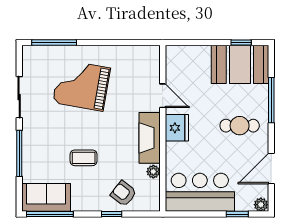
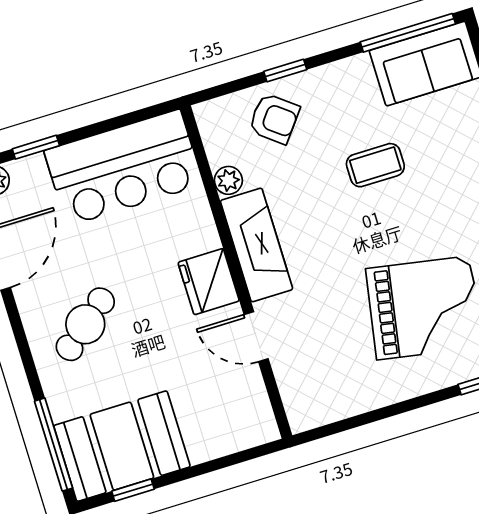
window: (271, 100) -> (54, 445), moved
cafe table: (240, 126) -> (85, 324), turned -39

